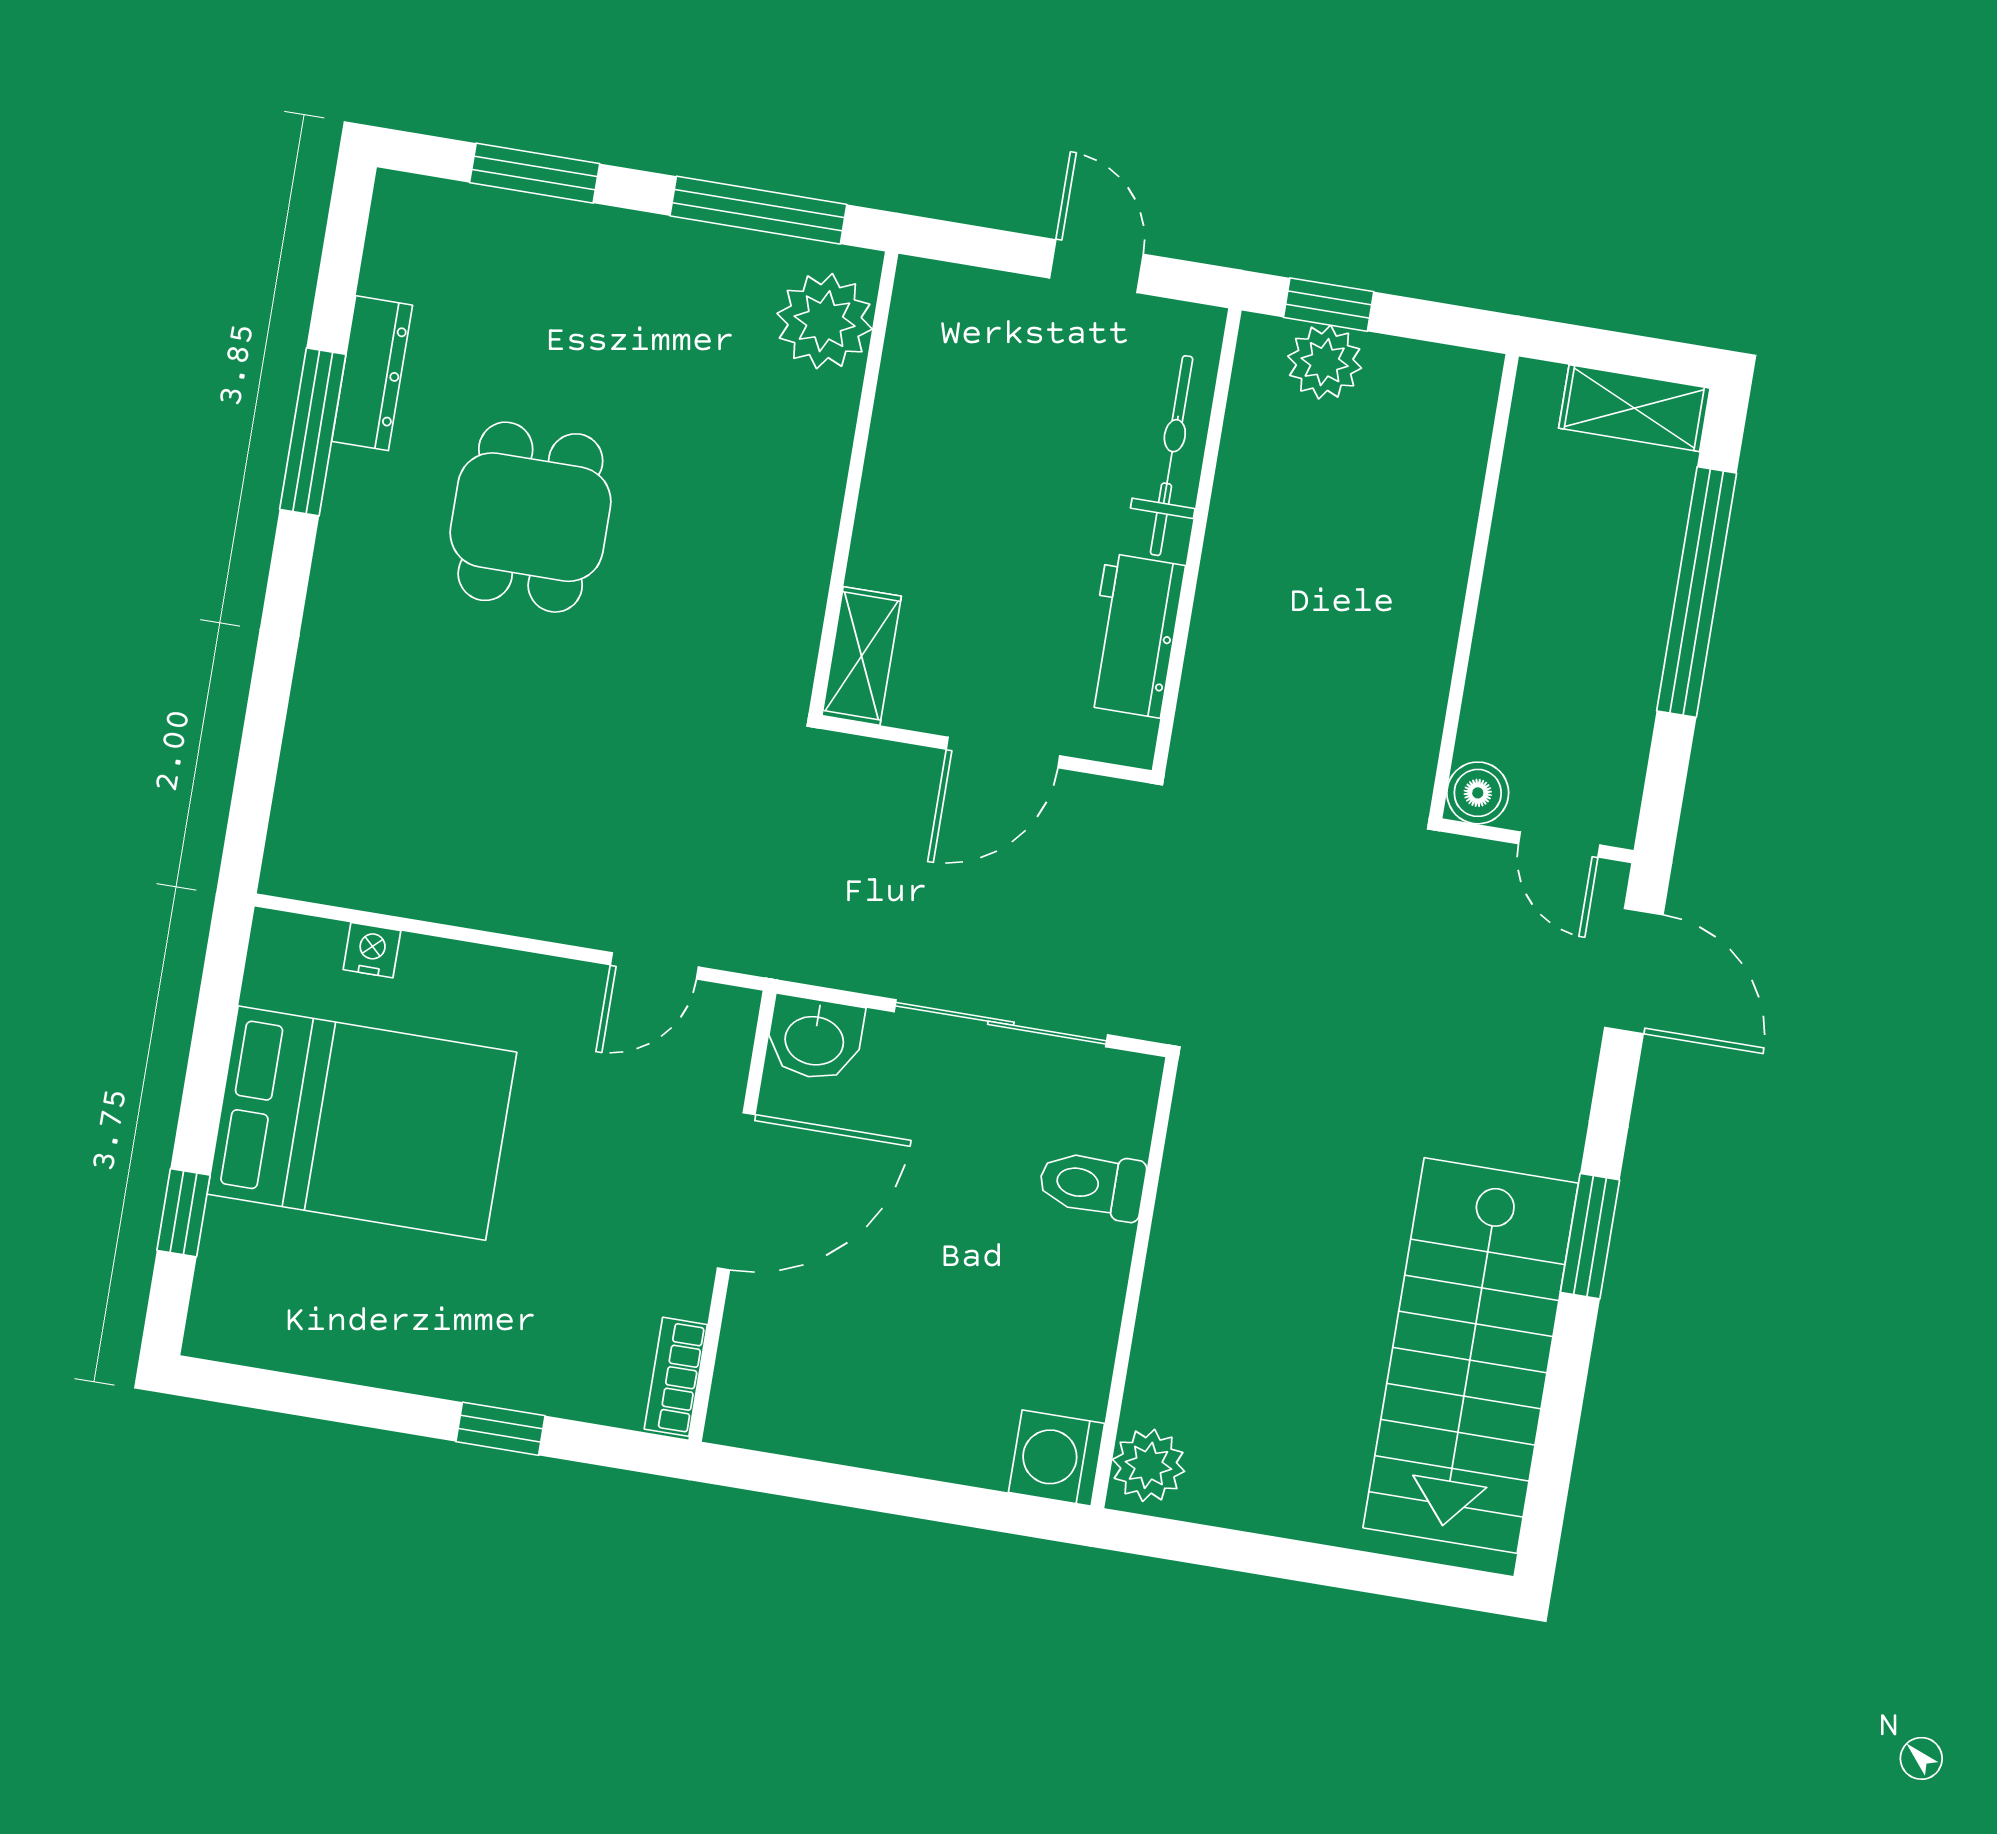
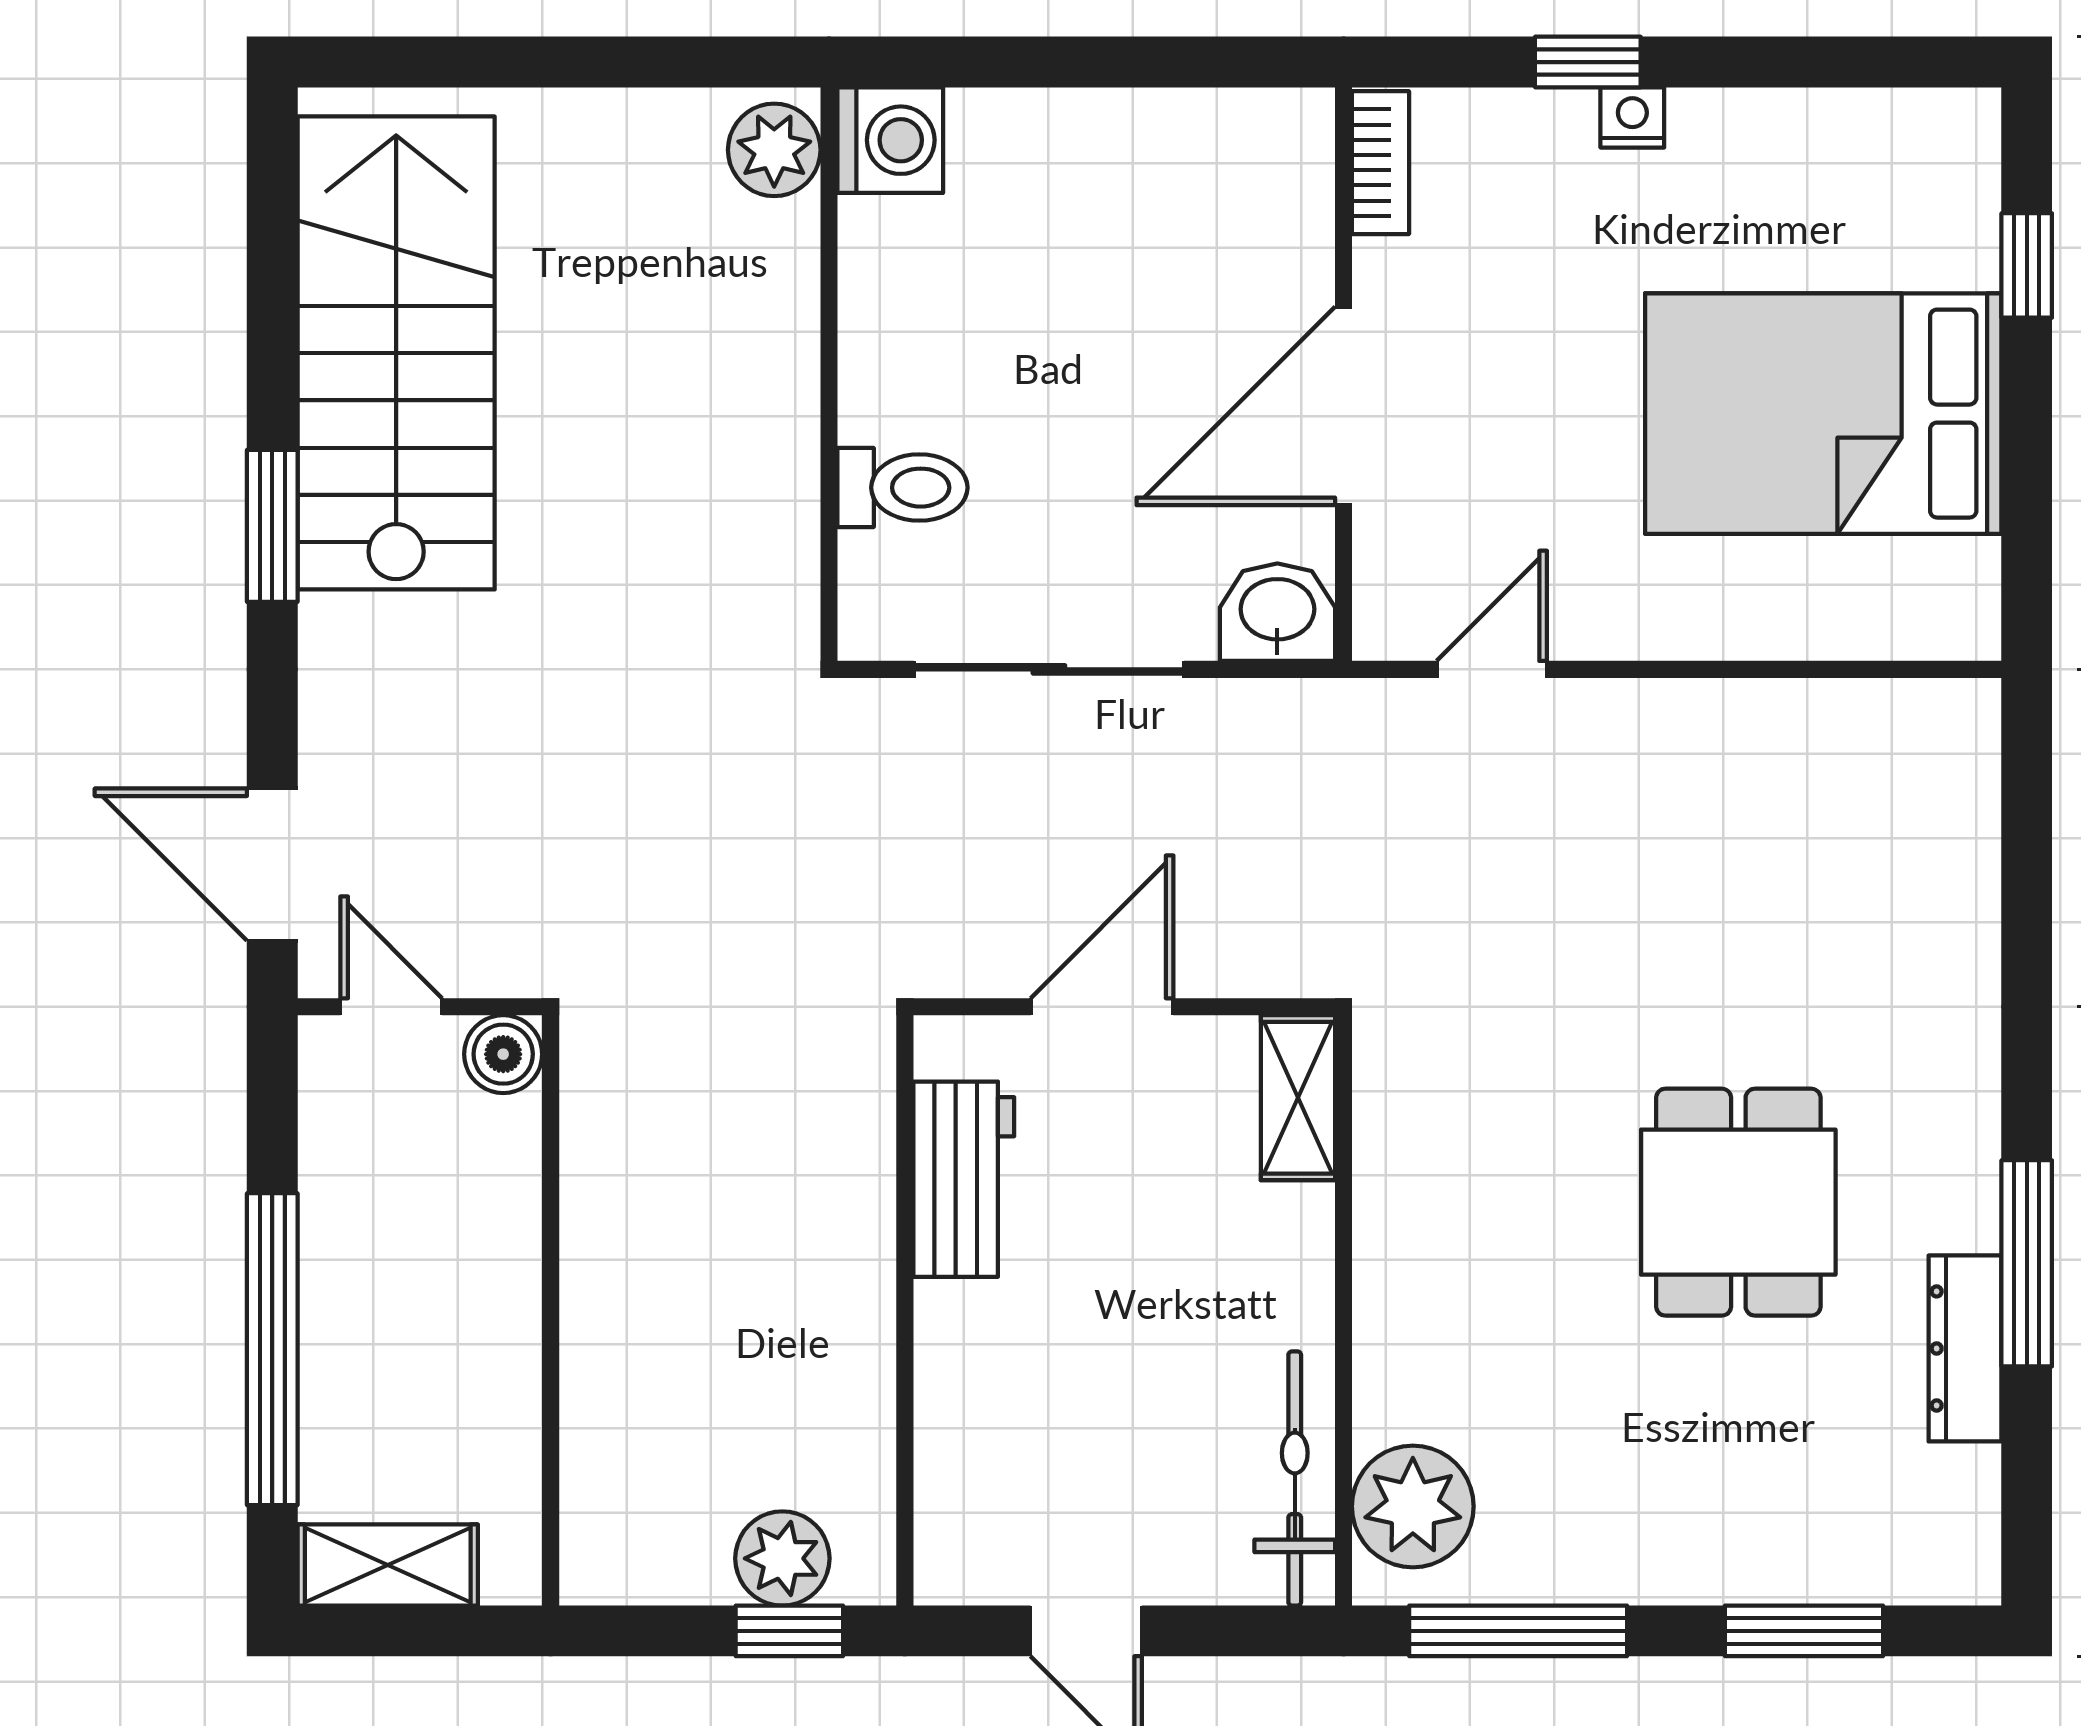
bicycle: (1172, 456) -> (1295, 1478), moved, turned 180
nightstand: (372, 950) -> (1632, 117), moved, turned 180

